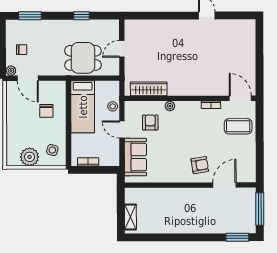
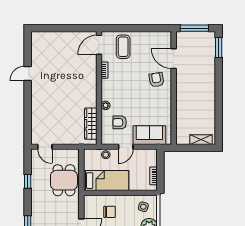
door: (122, 49) -> (45, 147), moved

